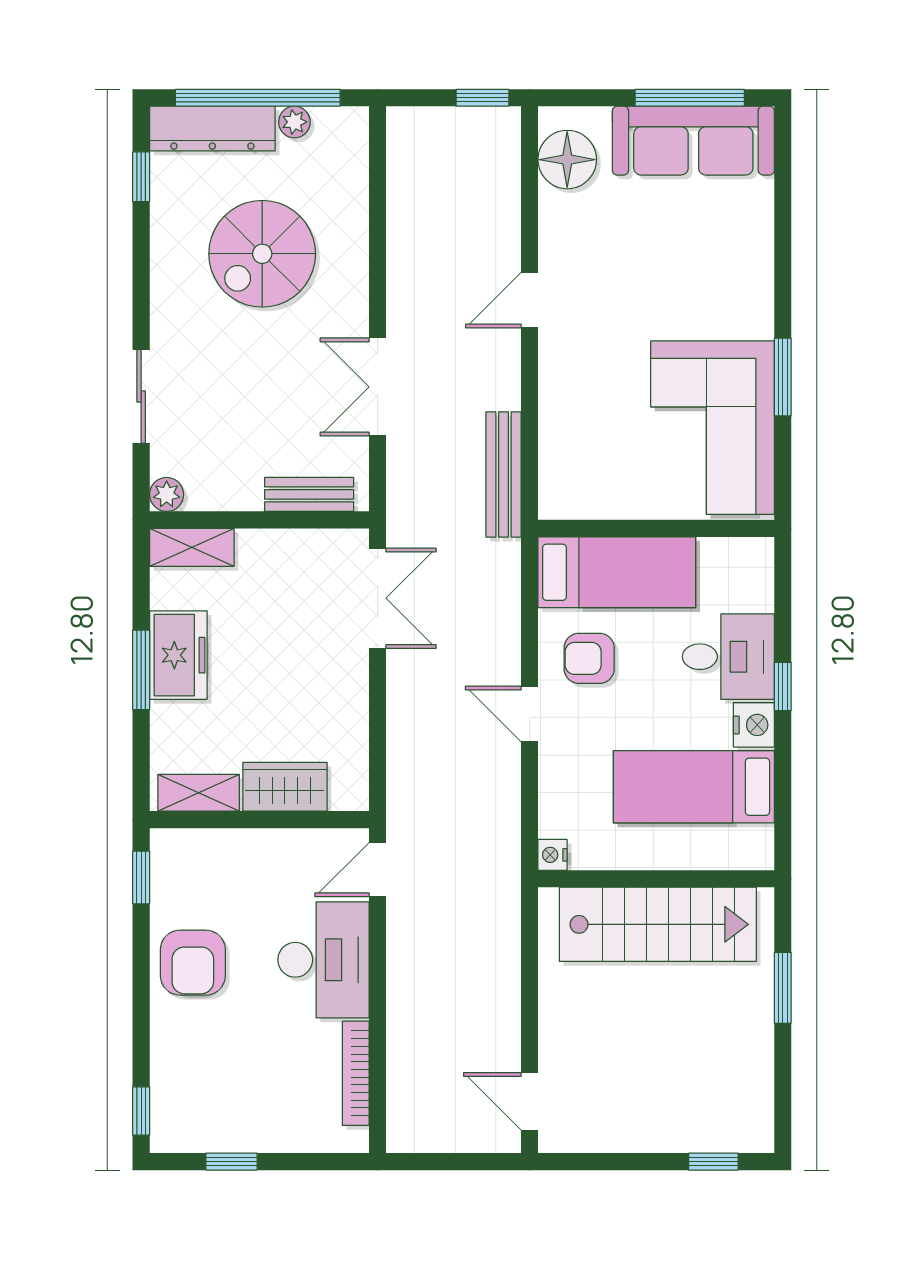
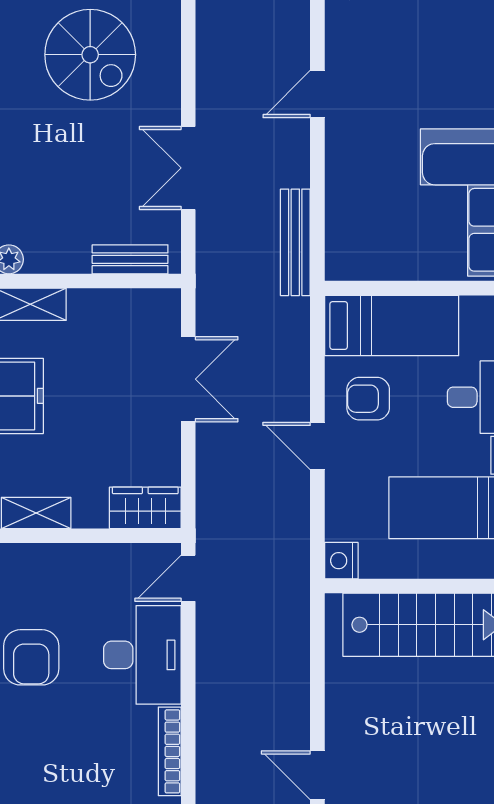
spiral stairs: (262, 254) -> (90, 55), turned -90
double door: (378, 598) -> (188, 379), moved
wardrobe: (285, 787) -> (145, 508), moved
nightstand: (553, 855) -> (341, 561), width x1.39, depth x1.35

